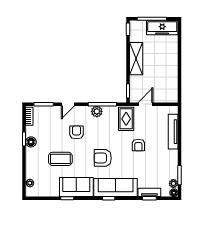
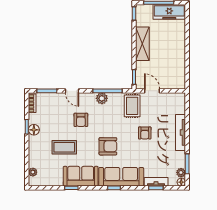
door: (68, 104) -> (72, 91), hinge flipped
door: (146, 104) -> (152, 91), hinge flipped
armchair: (77, 132) -> (81, 120), turned 180
tv unit: (173, 132) -> (180, 132), moved
armchair: (103, 158) -> (108, 146), turned 180

